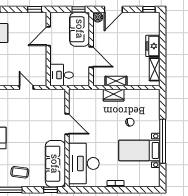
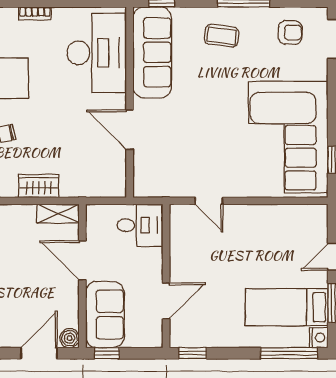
shelving: (116, 81) -> (58, 214), moved

